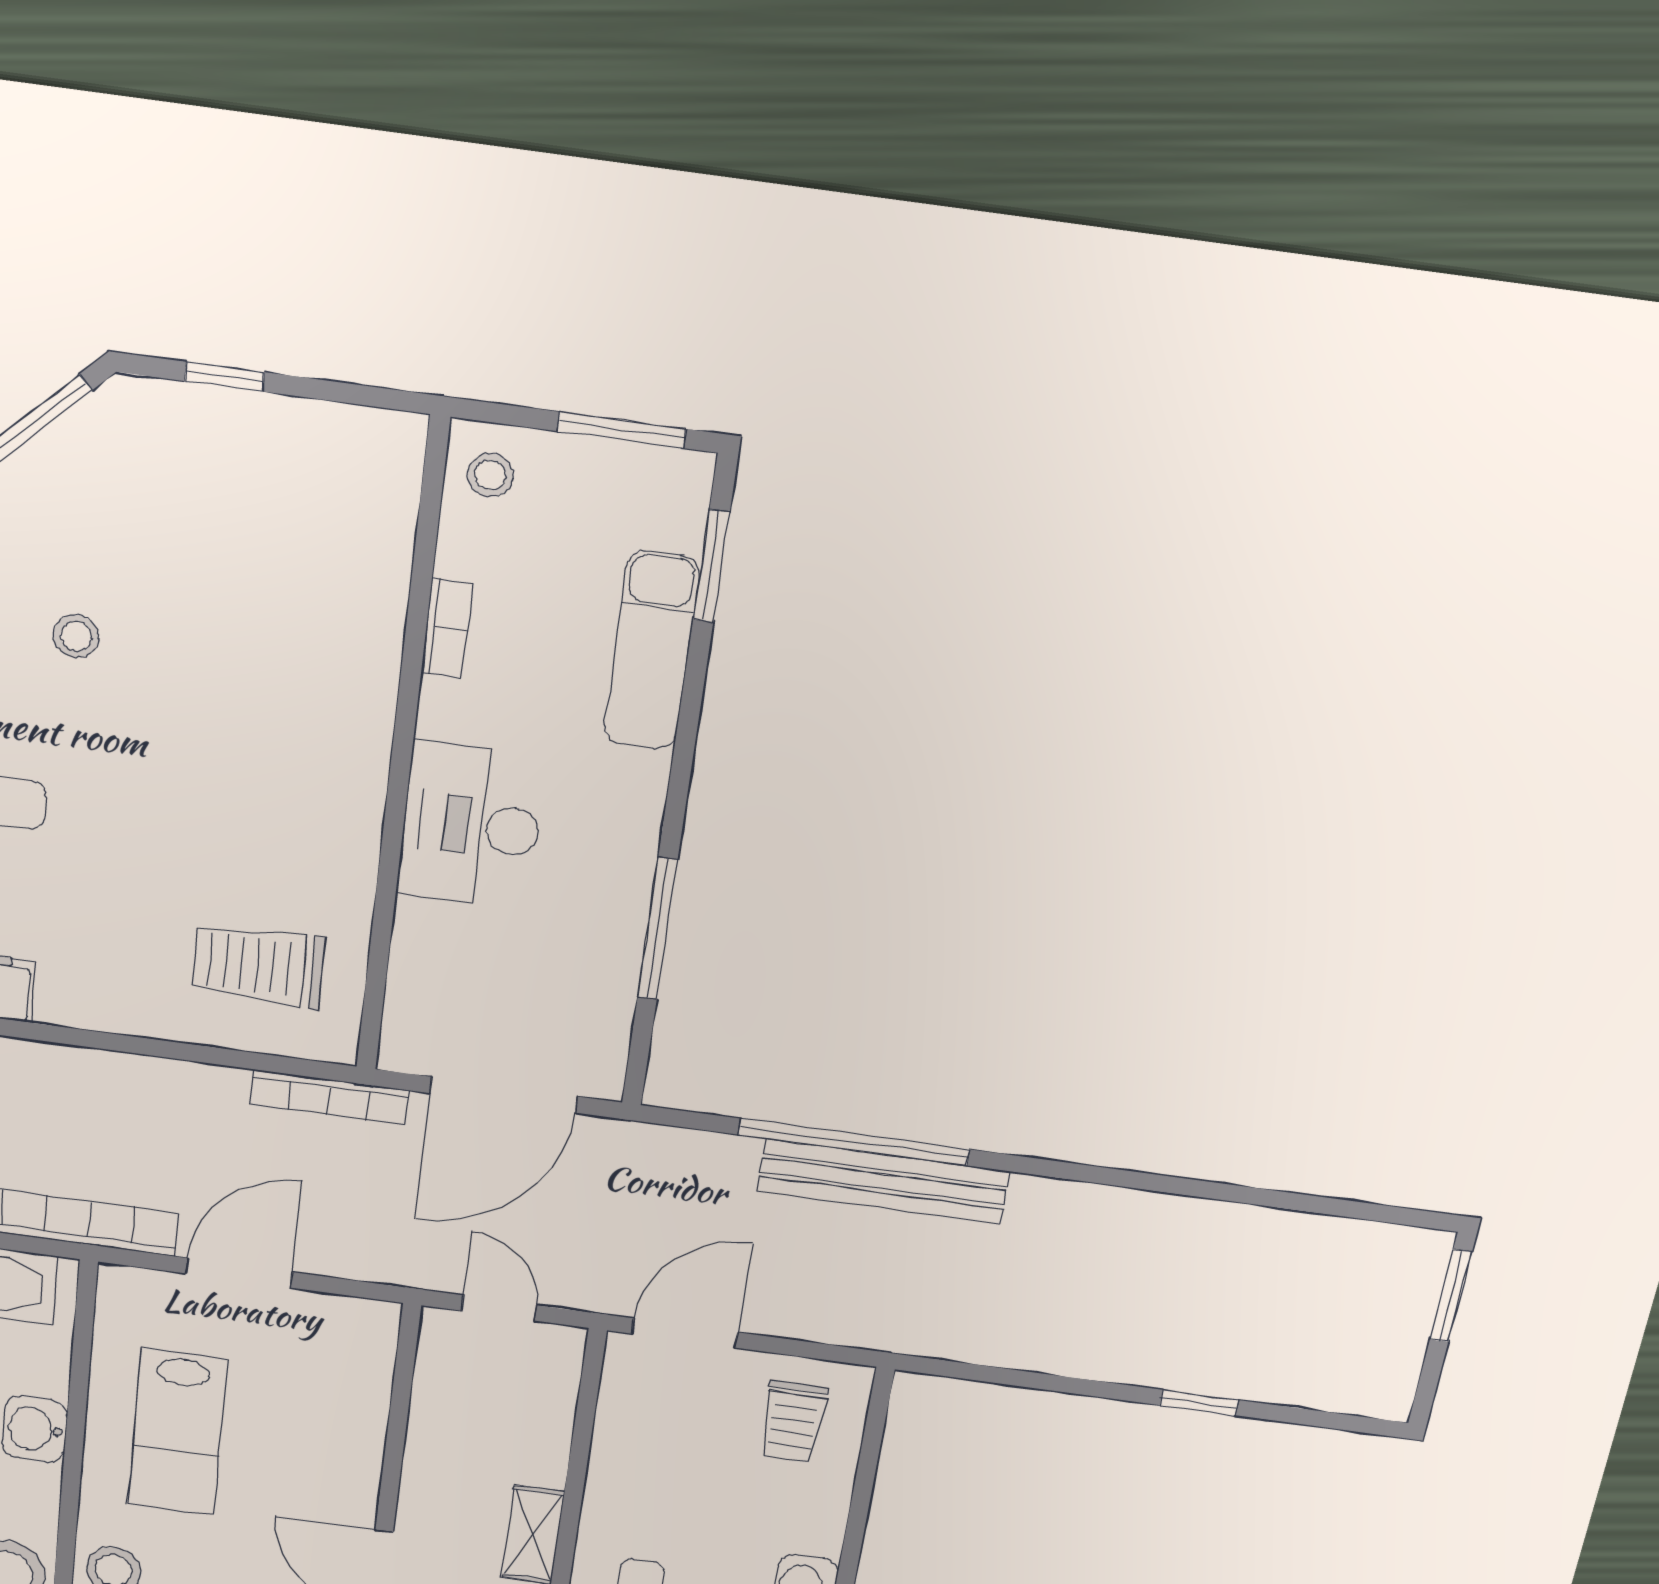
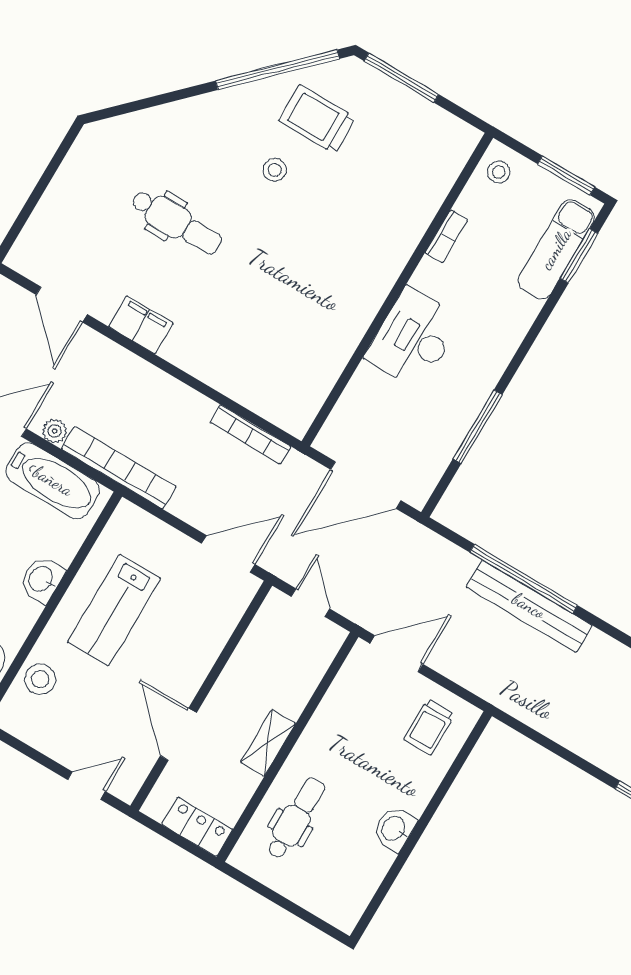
window: (224, 377) -> (401, 78), width x2.17
exam couch: (652, 651) -> (556, 249), moved
trolley: (258, 965) -> (317, 119), moved
bookcase: (329, 1097) -> (250, 434), moved
door: (239, 1273) -> (228, 554), moved

